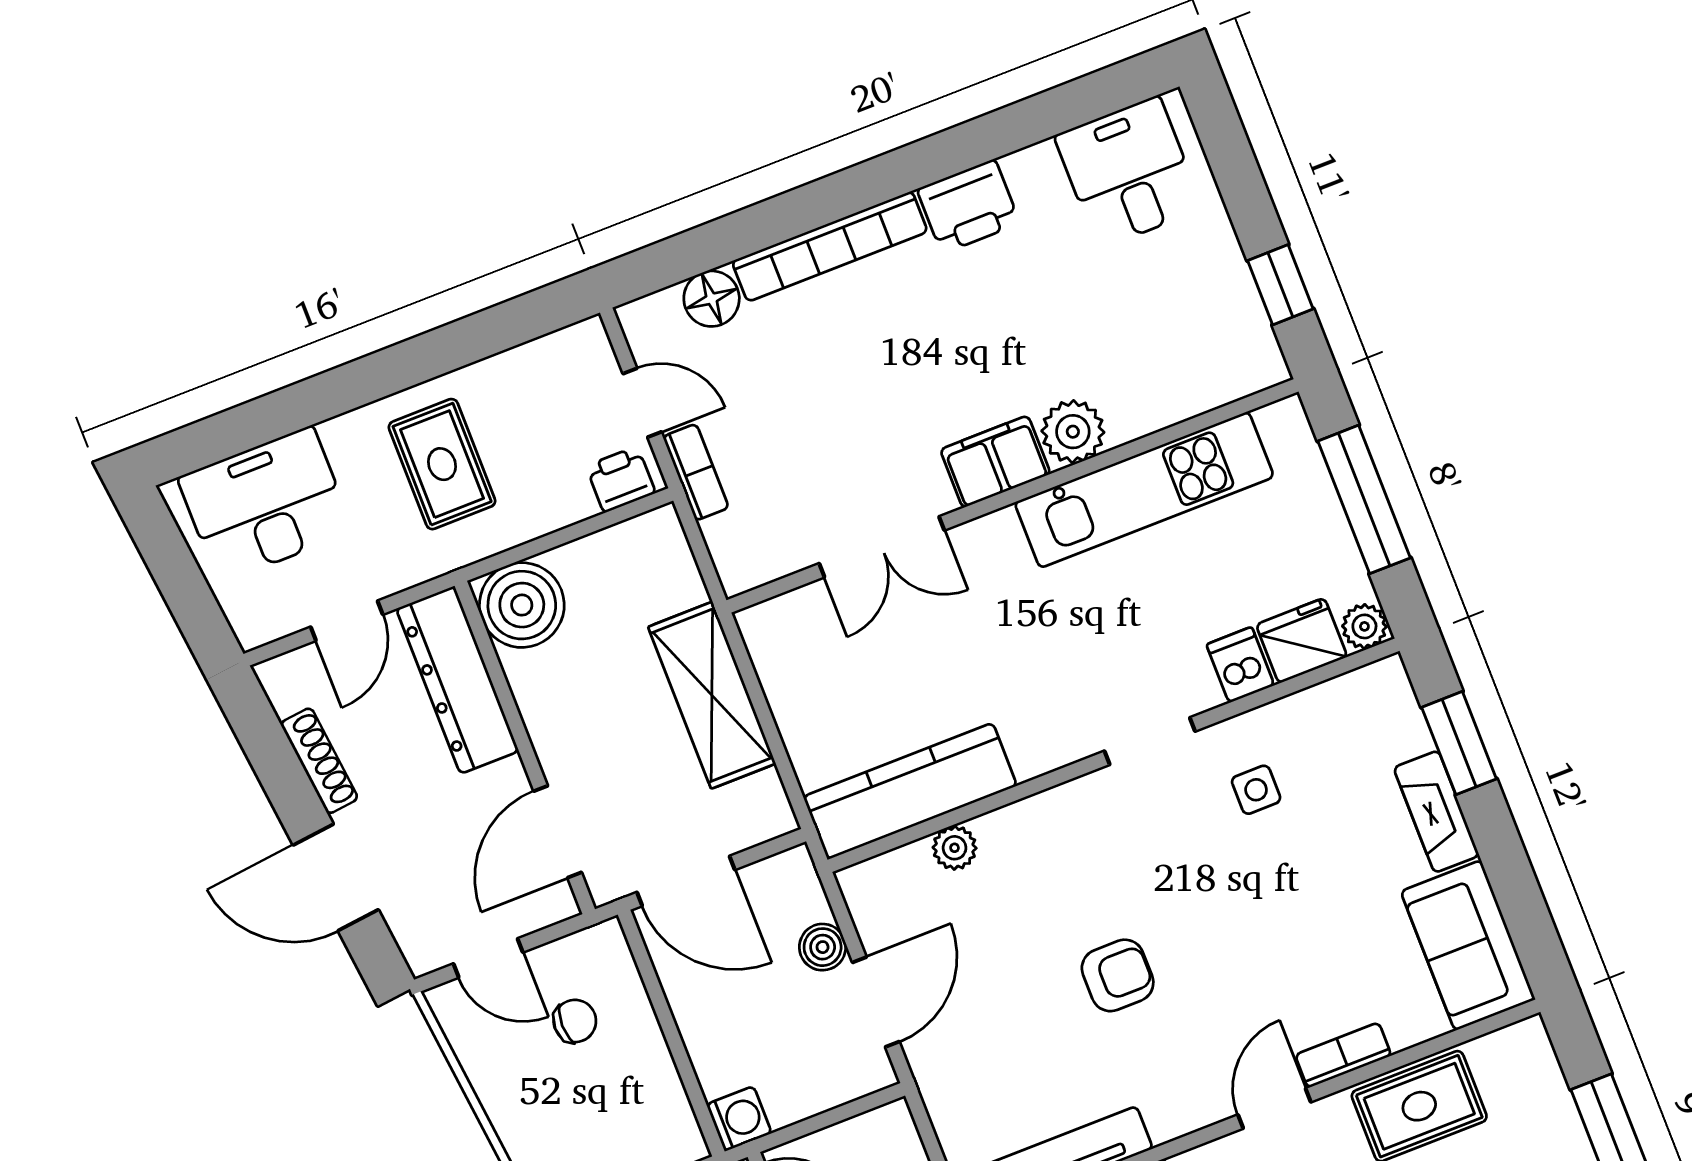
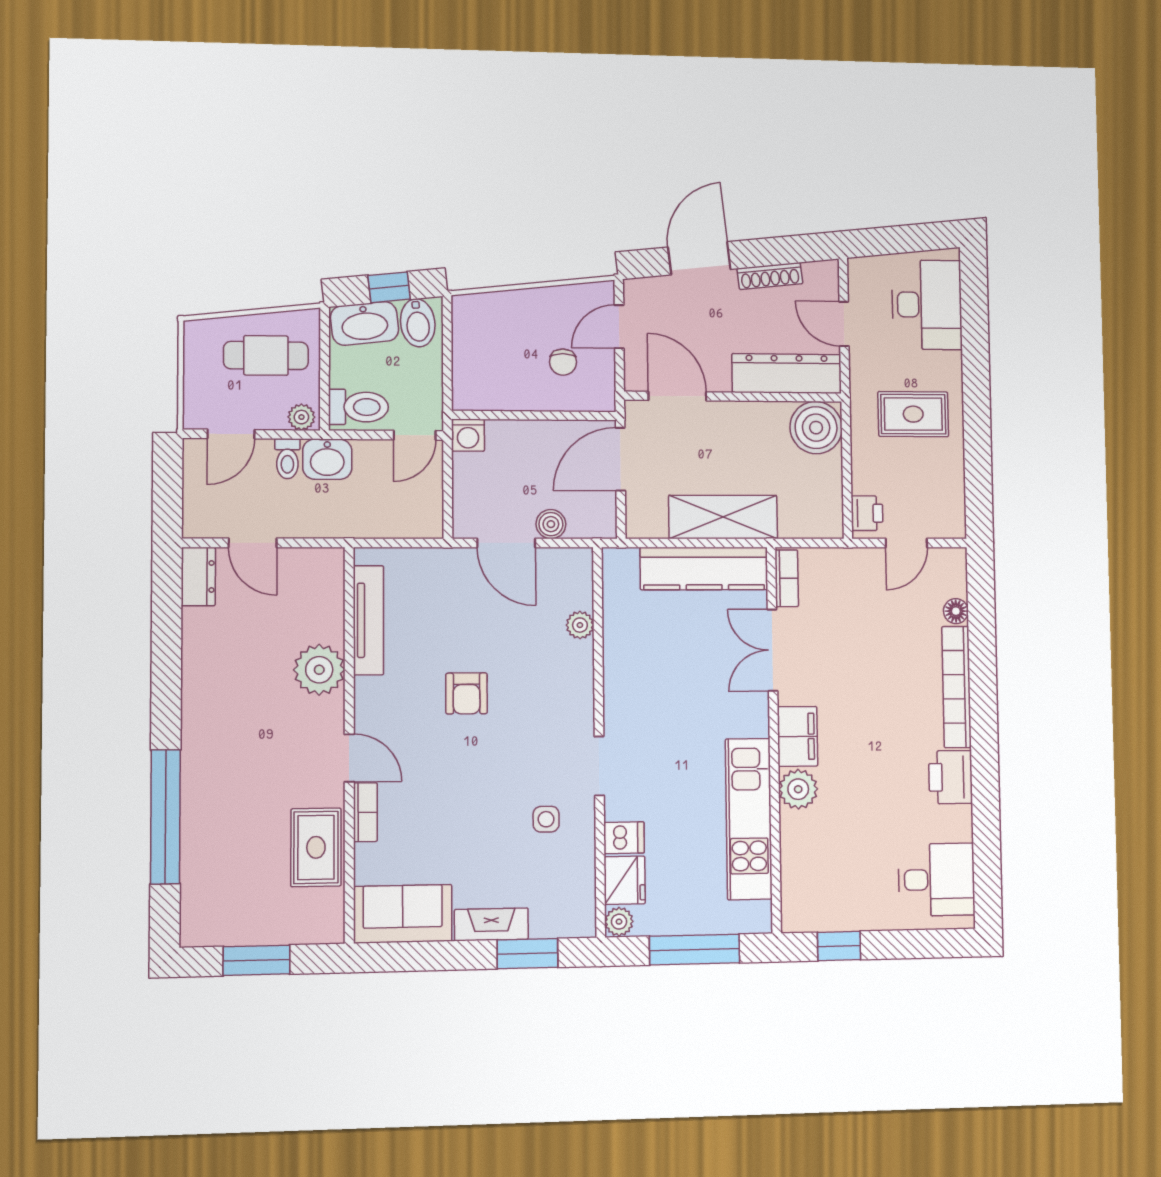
floor lamp: (712, 299) -> (956, 611), width x0.73, depth x0.73
bookcase: (696, 472) -> (787, 578), moved, turned -90
kitchen counter: (910, 791) -> (704, 568), moved, turned 90

